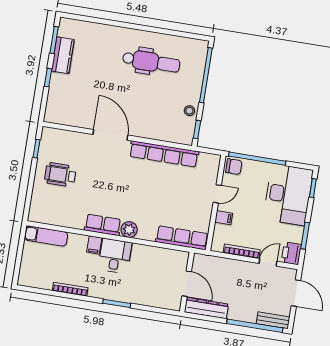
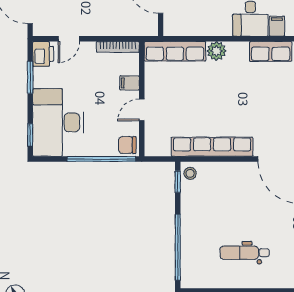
dental chair: (151, 62) -> (245, 253), width x0.73, depth x0.72
stool: (189, 111) -> (190, 173), moved
plant: (129, 230) -> (217, 51), moved
bookcase: (242, 251) -> (118, 47), moved

